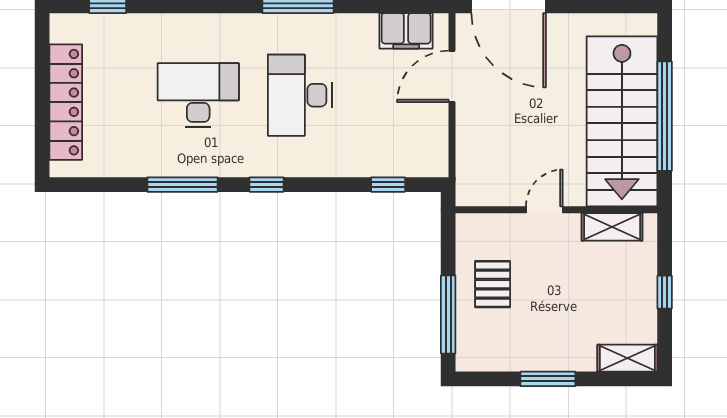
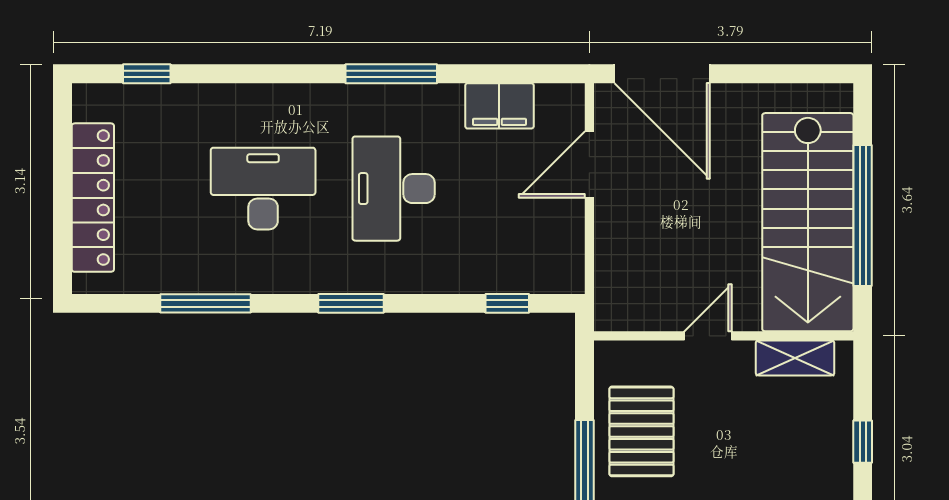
filing cabinet: (406, 31) -> (499, 106), moved
window: (183, 185) -> (206, 303), moved
window: (267, 185) -> (351, 303), width x1.50
pallet: (493, 284) -> (641, 431), width x1.50, depth x1.42

